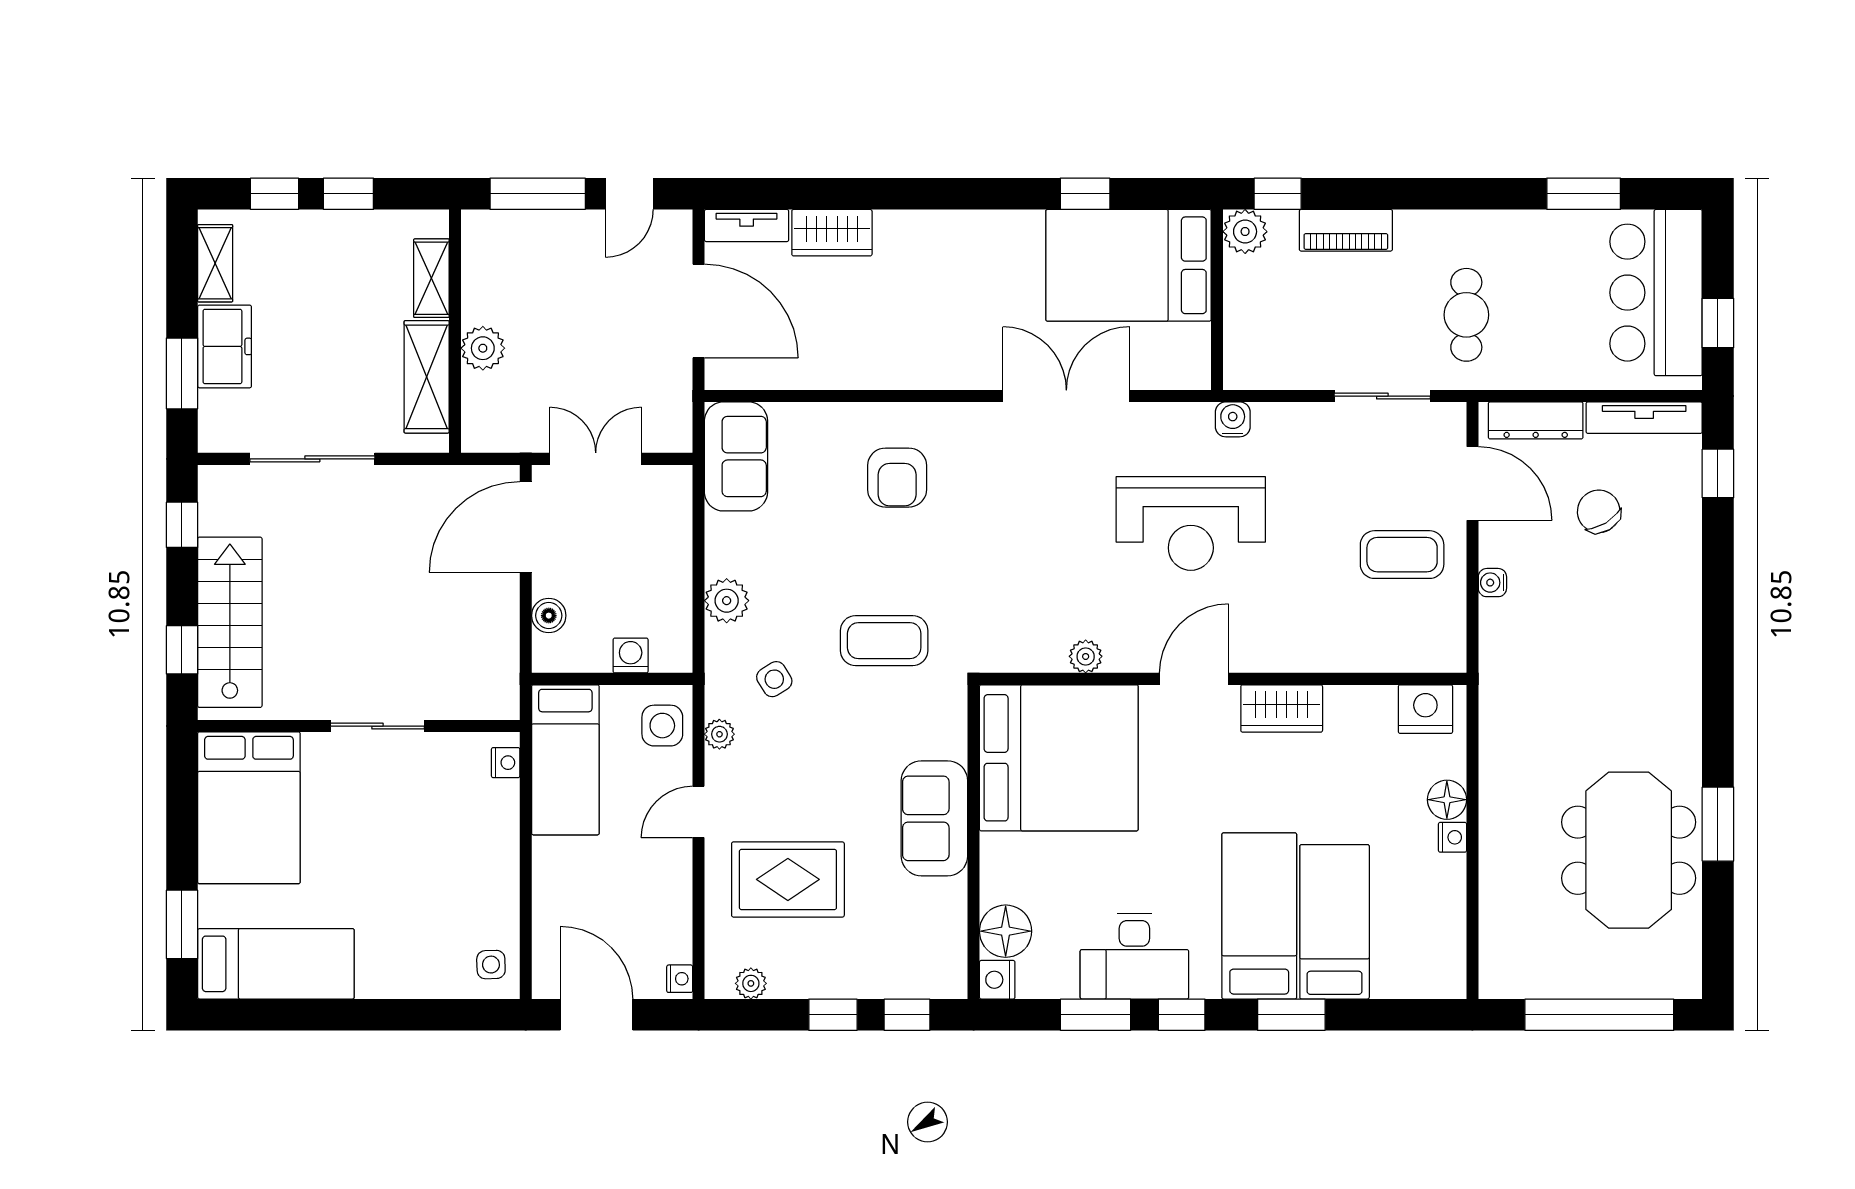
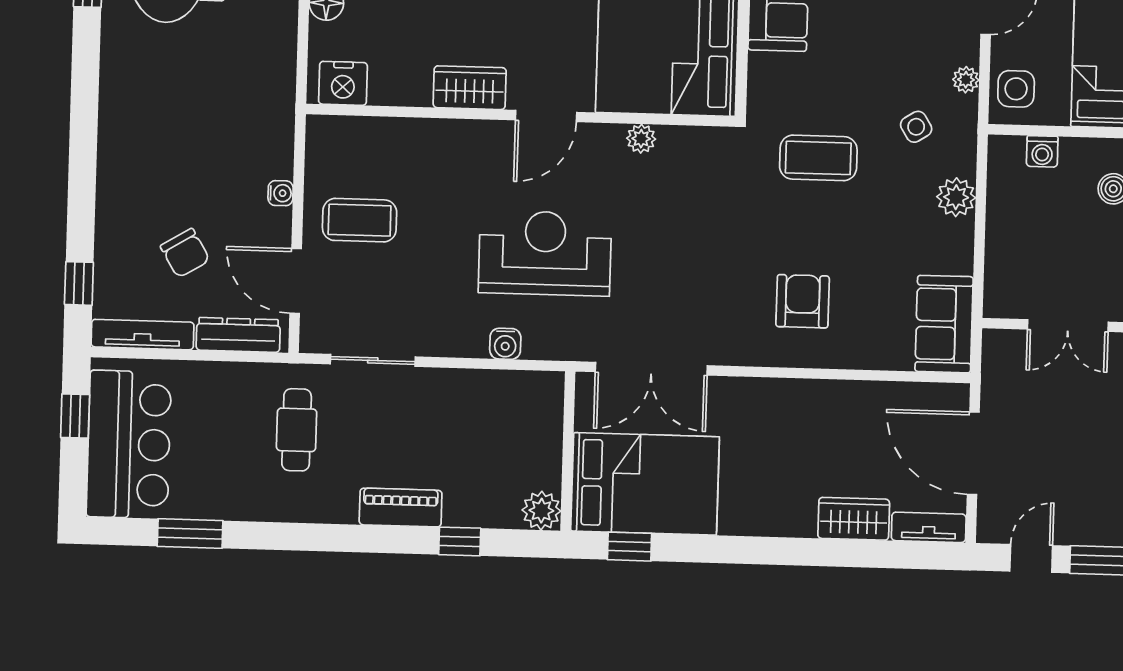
plant: (1245, 232) -> (541, 511), moved
bed: (1128, 265) -> (645, 484), moved
wall: (1217, 300) -> (568, 451), moved

